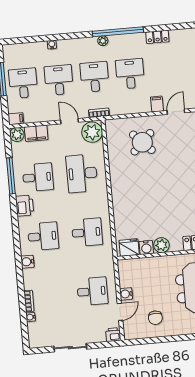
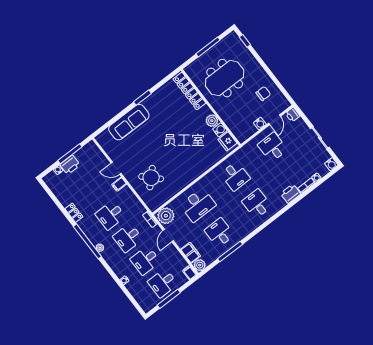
printer: (25, 206) -> (291, 194), moved
desk: (87, 232) -> (235, 176), turned 180
water cooler: (27, 262) -> (331, 164), moved
door: (120, 312) -> (274, 120), swing flipped

